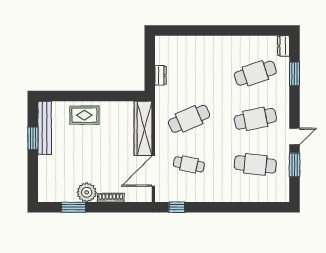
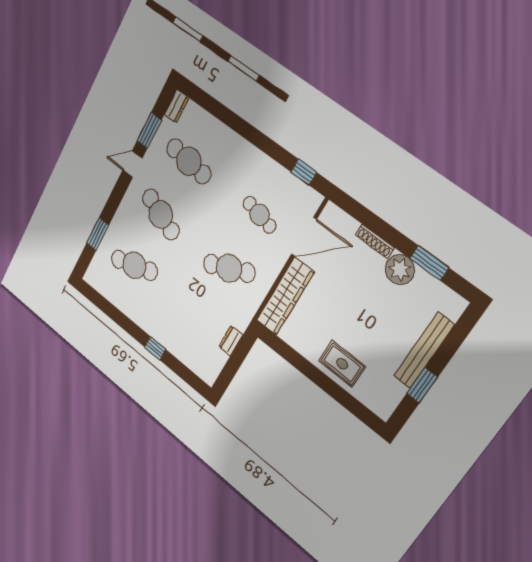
window: (209, 30) -> (155, 348), added
dresser: (284, 46) -> (177, 106), moved
cafe table: (255, 119) -> (161, 215), turned 33
bench: (45, 128) -> (424, 350), moved

